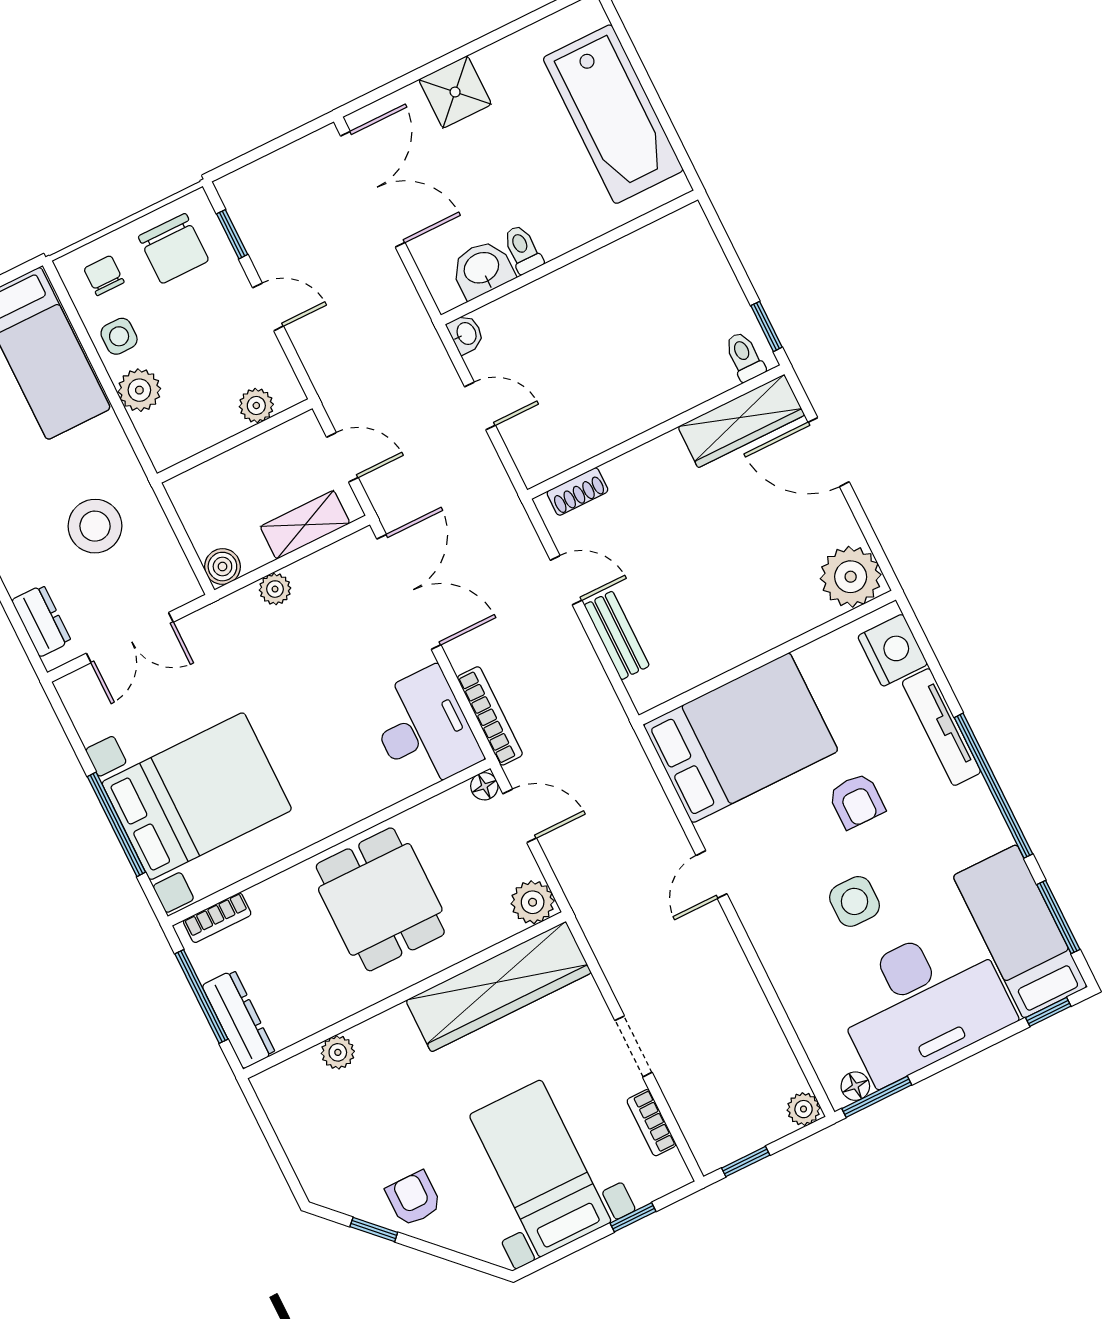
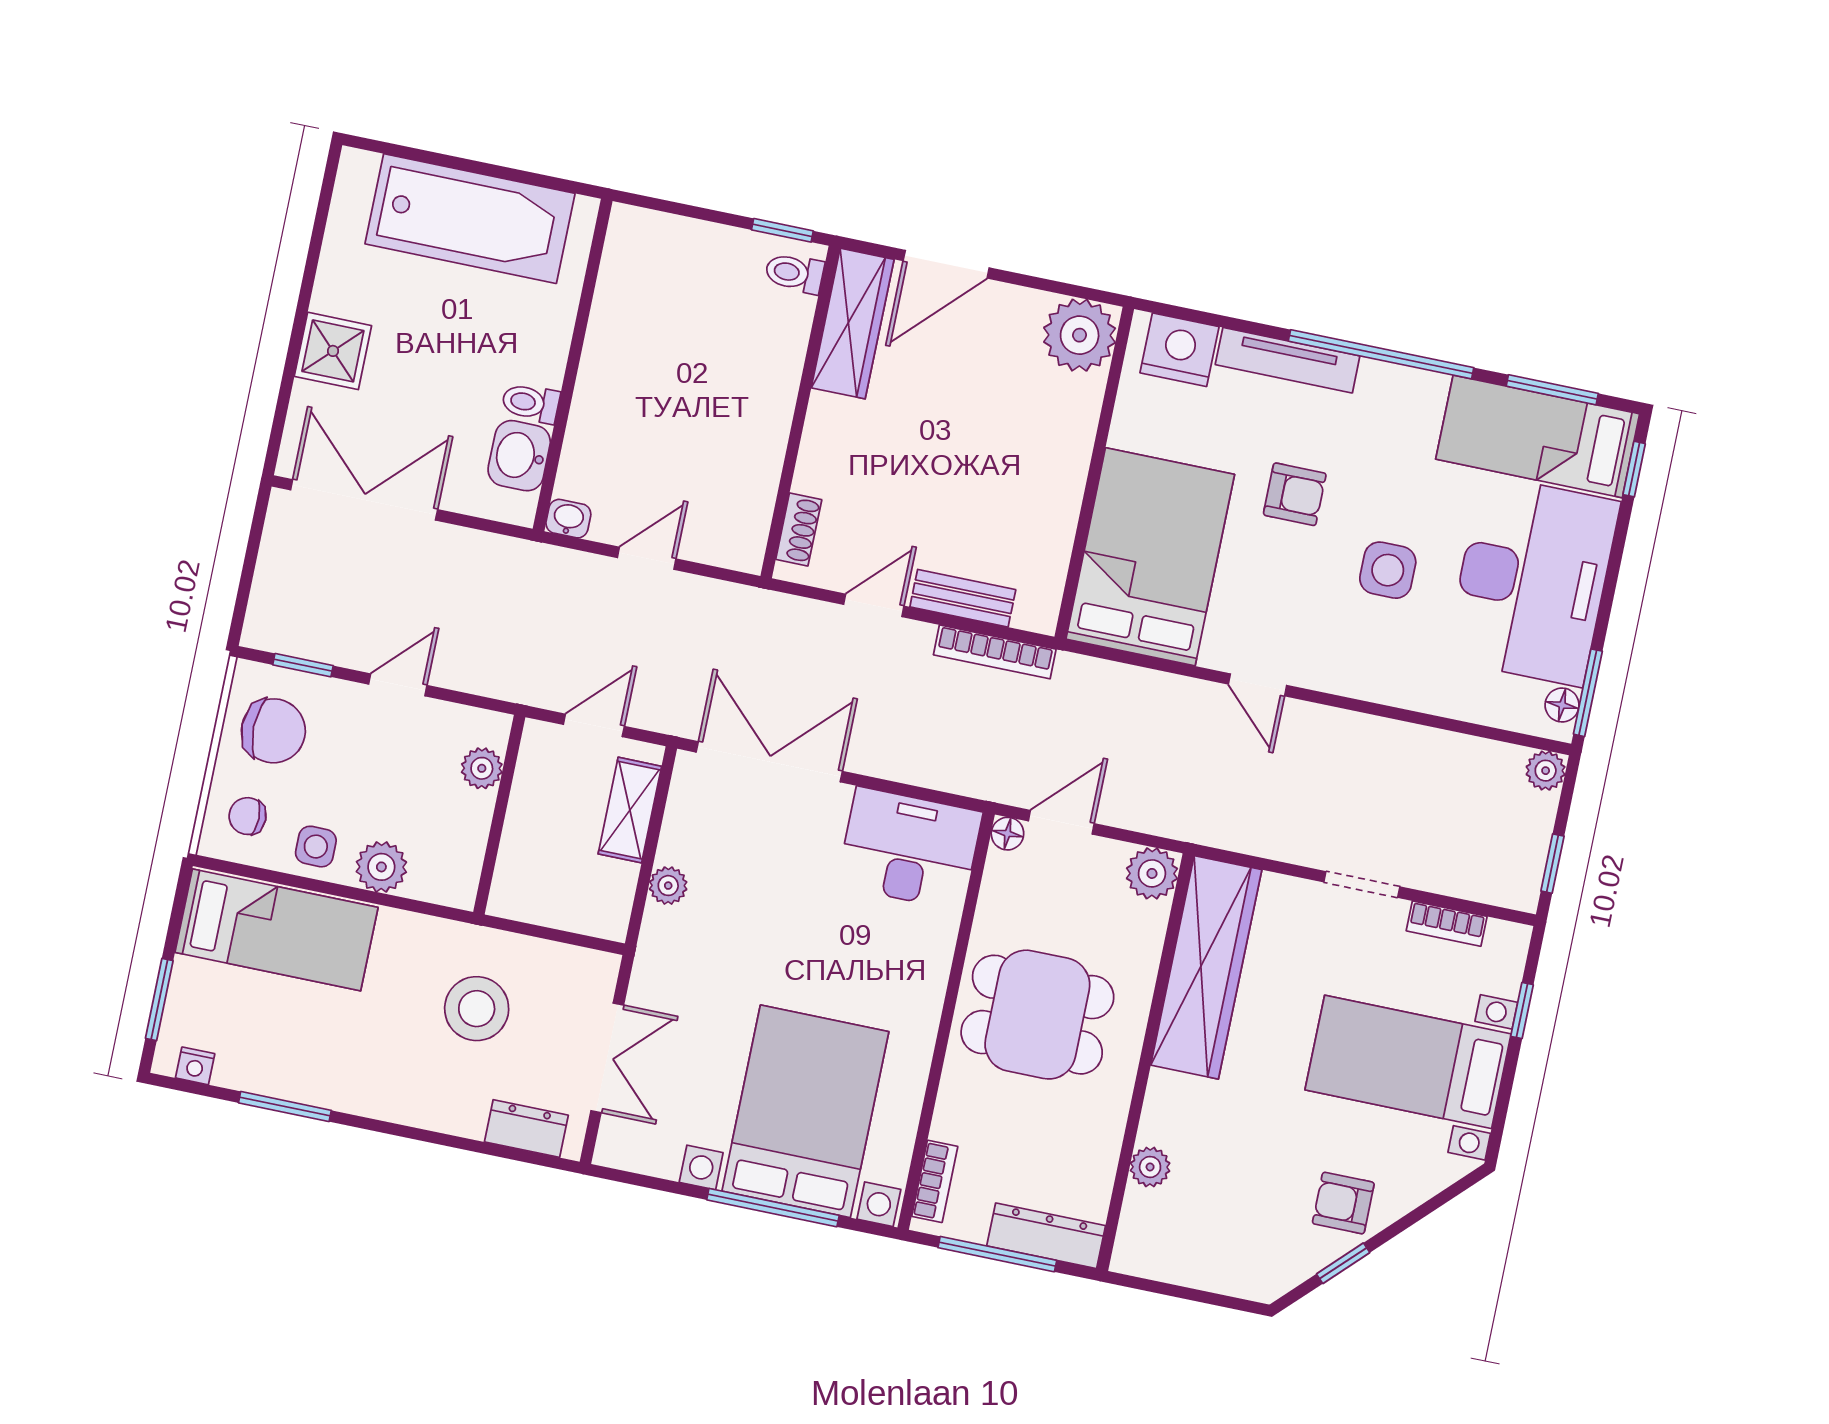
boiler: (222, 567) -> (608, 918), removed
bookcase: (490, 716) -> (995, 652), moved, turned 180

